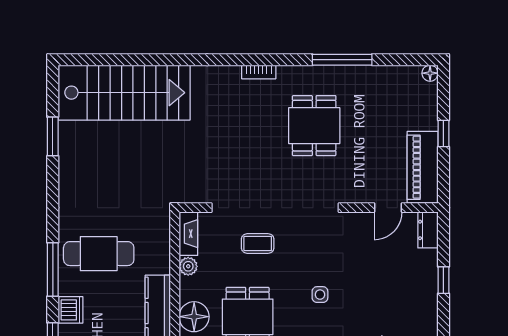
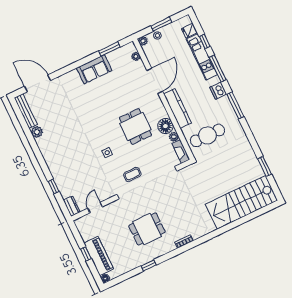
window: (342, 60) -> (149, 265), width x0.46
dining table: (314, 126) -> (147, 229), turned 90
piano: (423, 167) -> (99, 256), moved
coffee table: (258, 243) -> (132, 174), moved
cafe table: (99, 254) -> (207, 135), moved
floor lamp: (194, 317) -> (165, 126), moved

